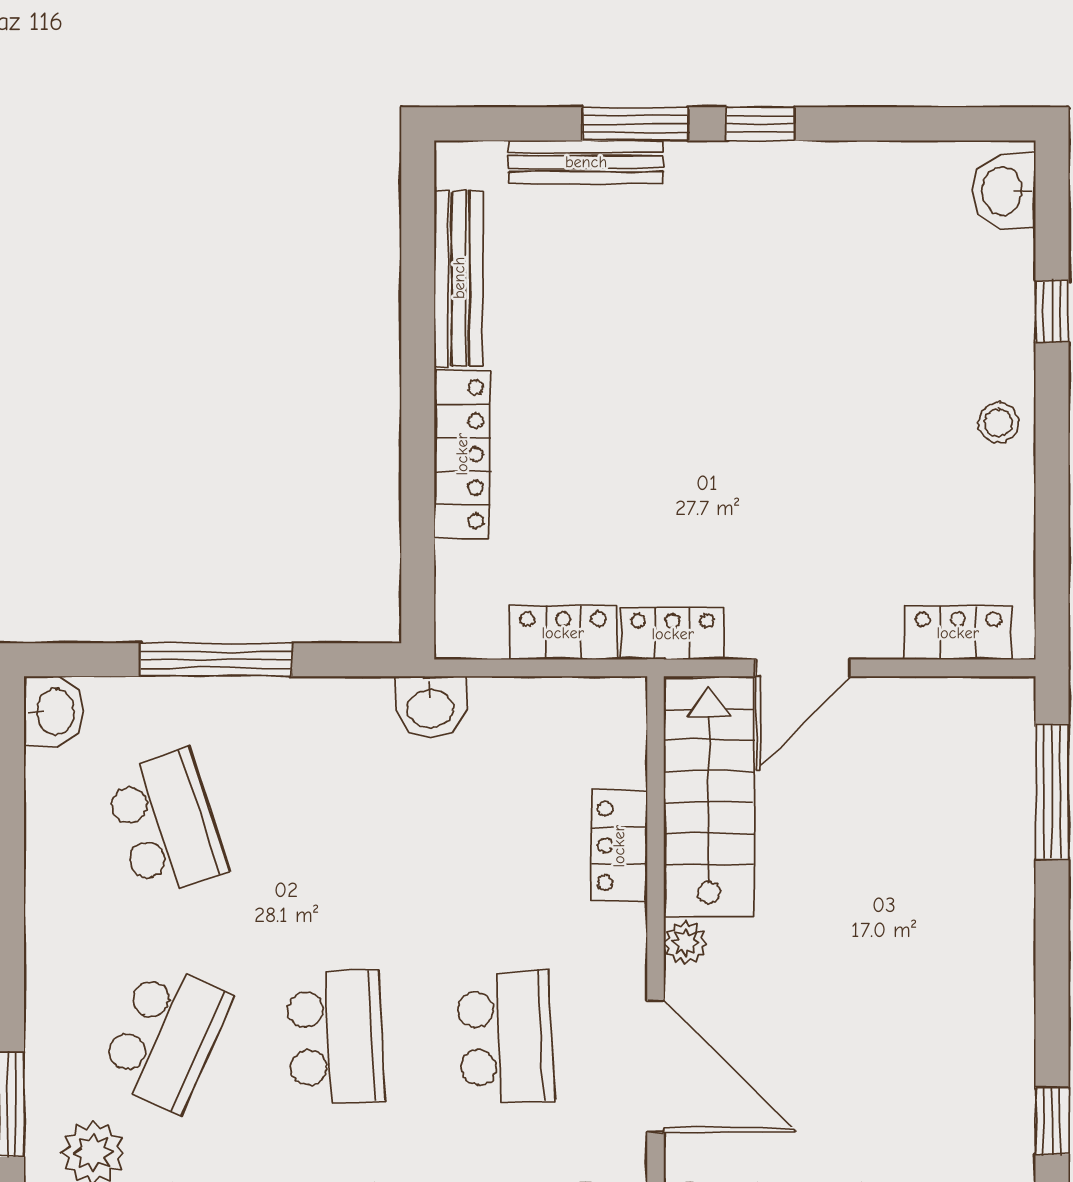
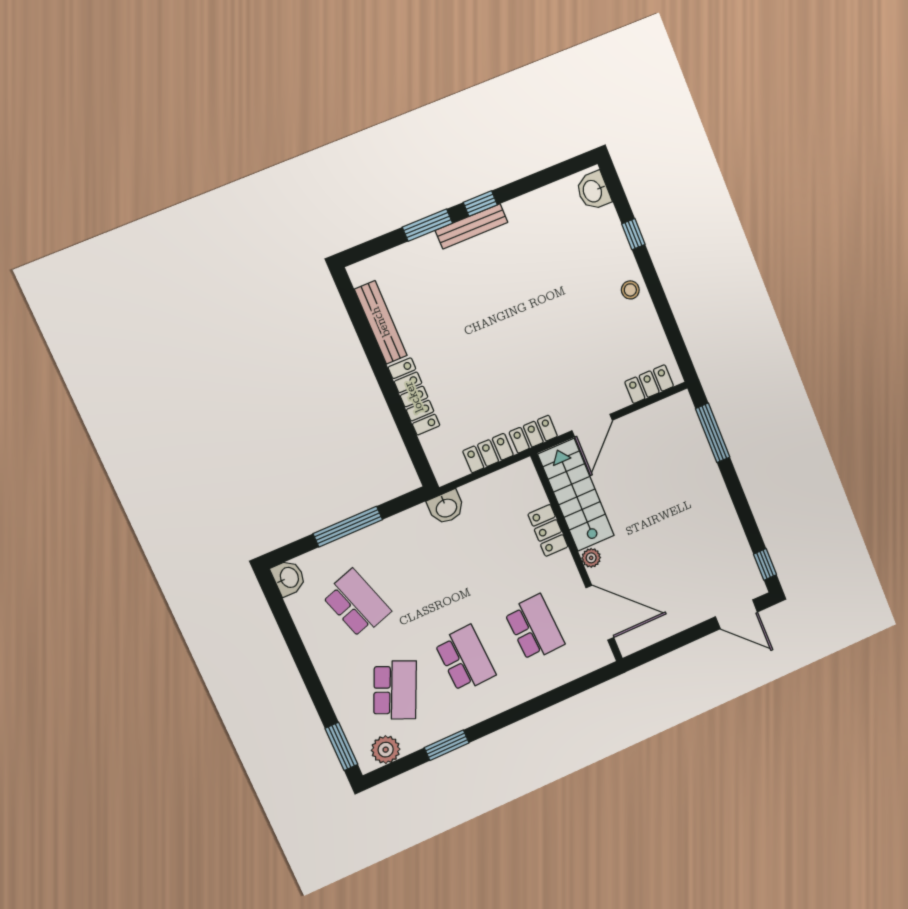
bench: (586, 162) -> (472, 226), moved

